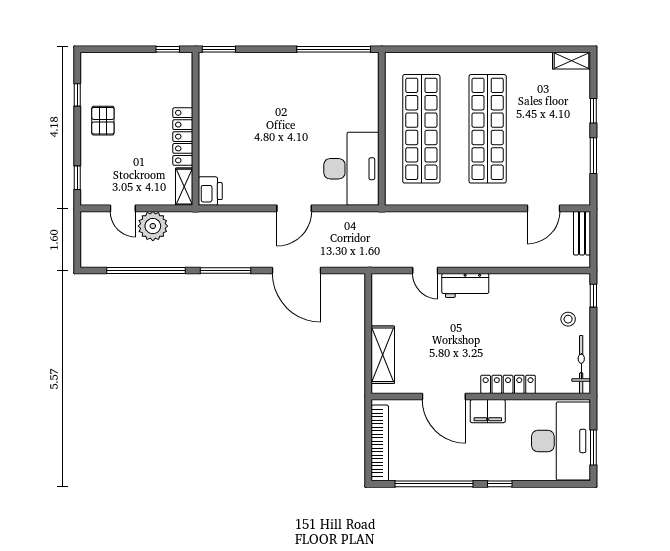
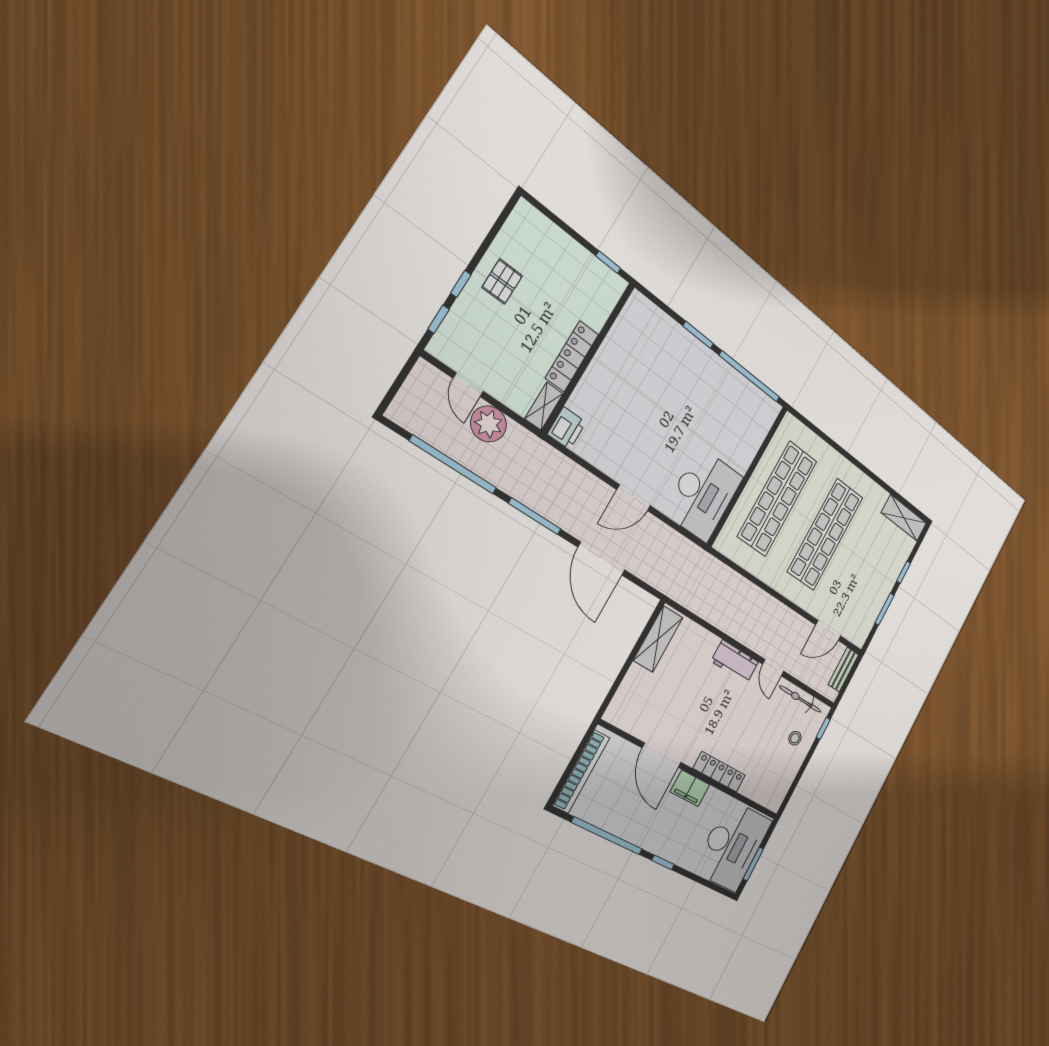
window: (219, 49) -> (698, 335), moved
shelving: (572, 61) -> (904, 518), width x1.50, depth x1.33
window: (77, 95) -> (461, 284), moved
door: (425, 270) -> (773, 668), moved
shelving: (383, 355) -> (658, 639), moved
bicycle: (581, 365) -> (800, 699), moved, turned -90

